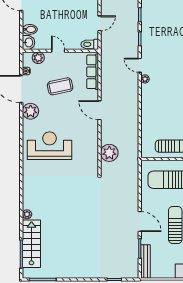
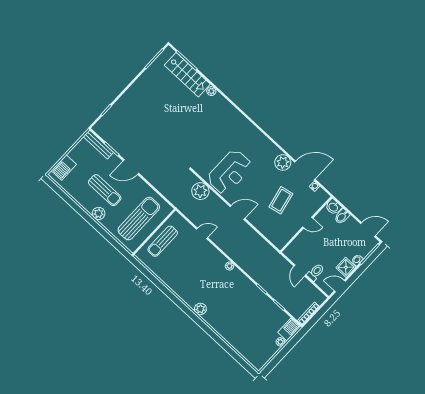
toilet: (90, 44) -> (316, 272), moved
plant: (38, 58) -> (316, 204), removed
door: (140, 65) -> (202, 233), moved
row of seats: (93, 72) -> (270, 233), removed
reception desk: (49, 146) -> (230, 172), moved

